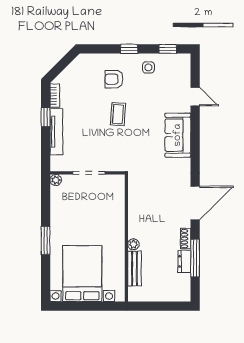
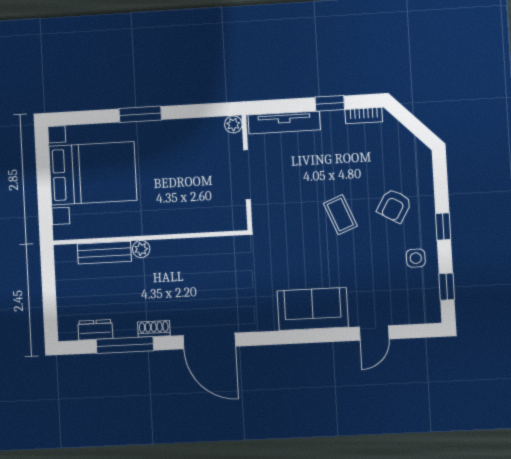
armchair: (114, 79) -> (394, 206), turned -150
coffee table: (118, 114) -> (340, 215), turned 64
tv unit: (56, 132) -> (284, 122), moved
dresser: (184, 261) -> (95, 330), moved

